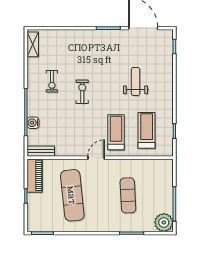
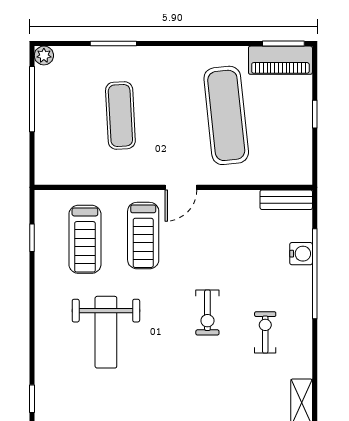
weight bench: (136, 81) -> (106, 332), width x1.36, depth x1.33
piano: (35, 176) -> (280, 60), moved, turned -90
plant: (164, 222) -> (44, 56), width x0.53, depth x0.53

